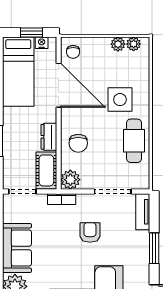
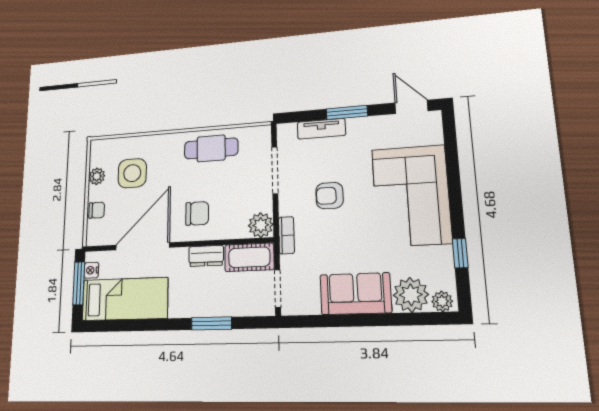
window: (32, 33) -> (79, 283), width x1.50
plant: (134, 44) -> (97, 158), removed
chair: (73, 52) -> (97, 210), moved
side table: (120, 100) -> (132, 173), moved
chair: (78, 143) -> (197, 213), moved
tv unit: (143, 212) -> (321, 129), moved

